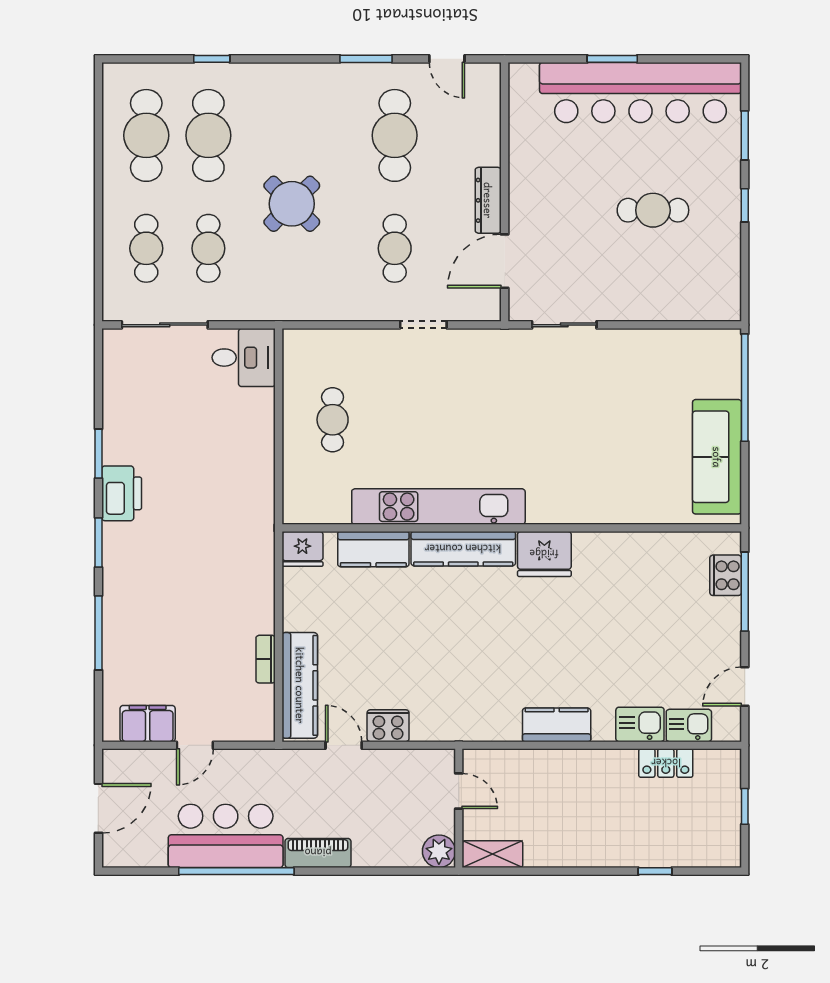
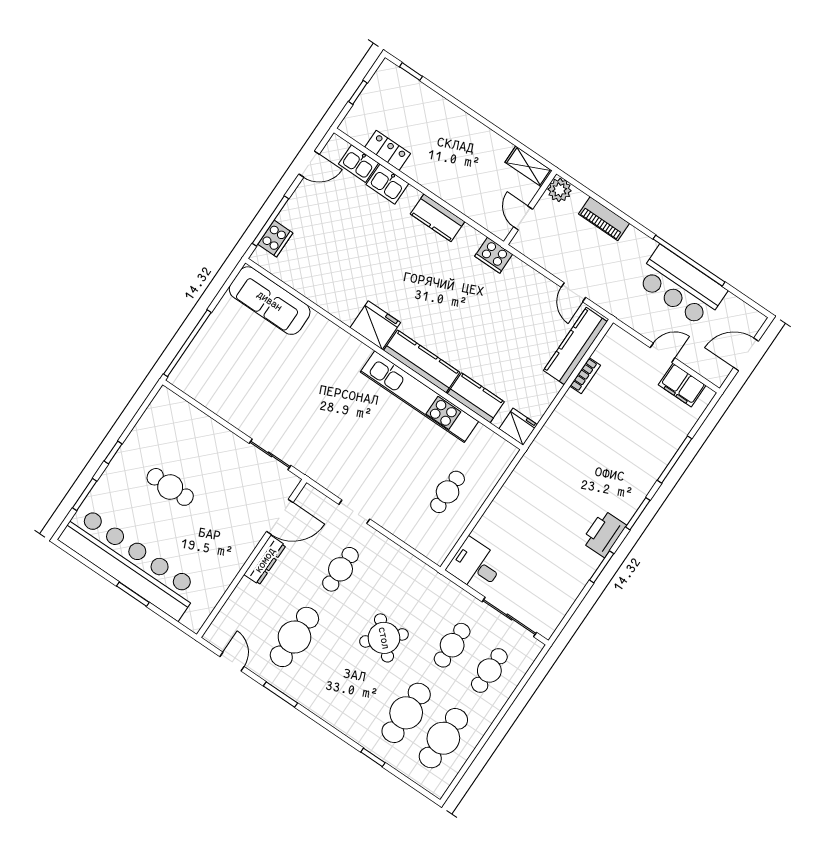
sofa: (717, 457) -> (270, 301), moved, turned 90
cooker: (388, 726) -> (494, 255), moved
piano: (318, 853) -> (604, 219), moved
window: (655, 871) -> (411, 72), moved

